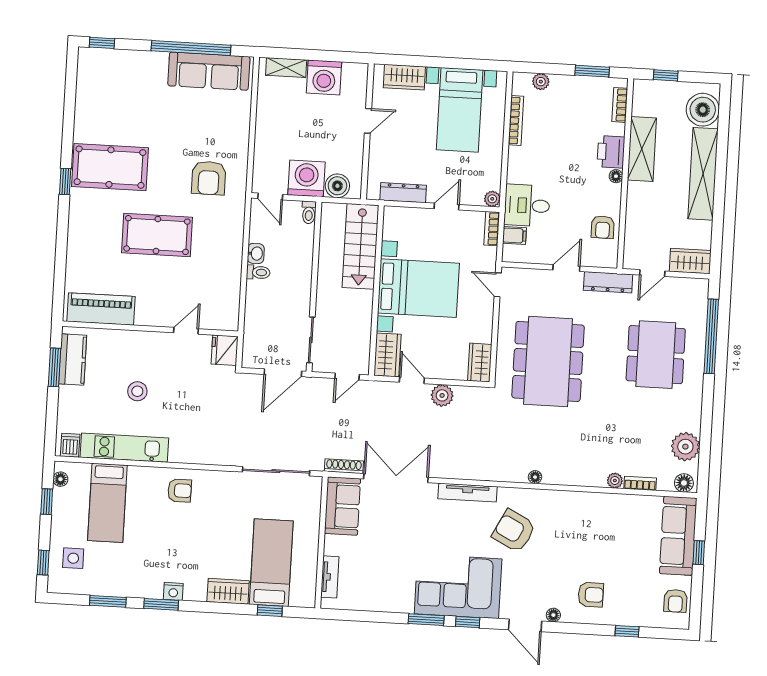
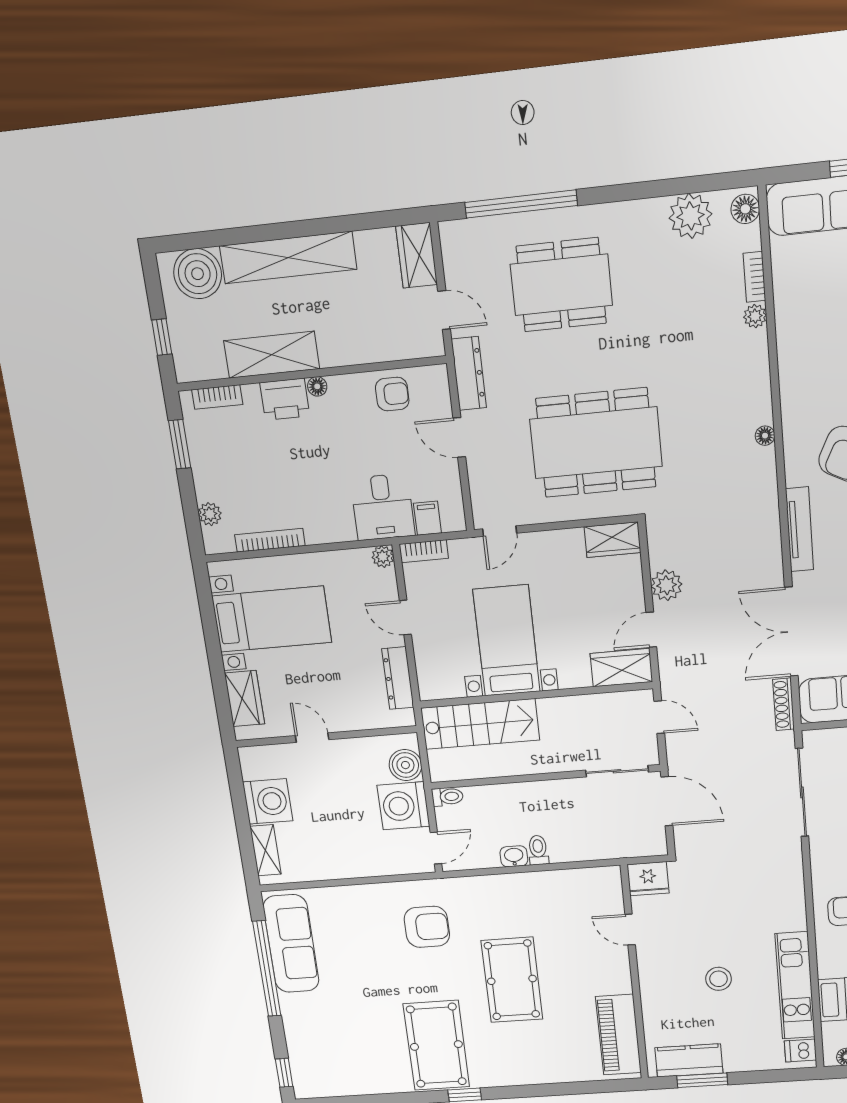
bed with nightstands: (418, 288) -> (507, 641), width x0.73

